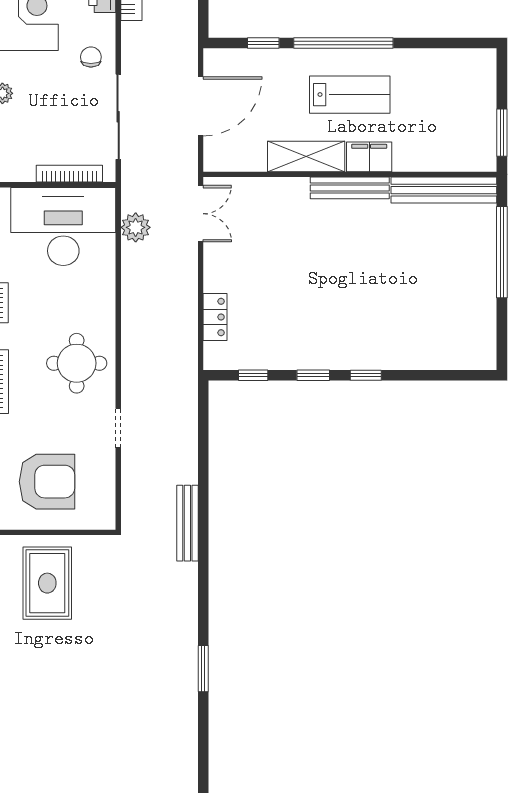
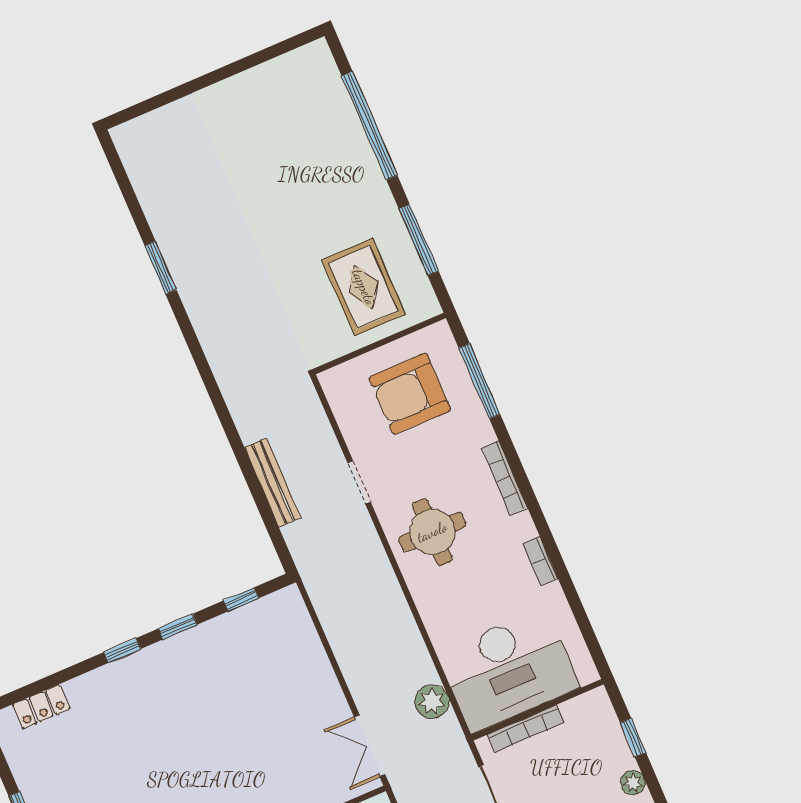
locker: (215, 317) -> (41, 707), moved, turned -90
bench: (187, 523) -> (273, 483), moved

